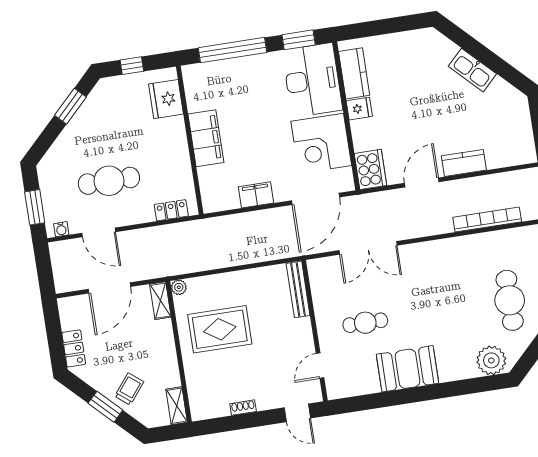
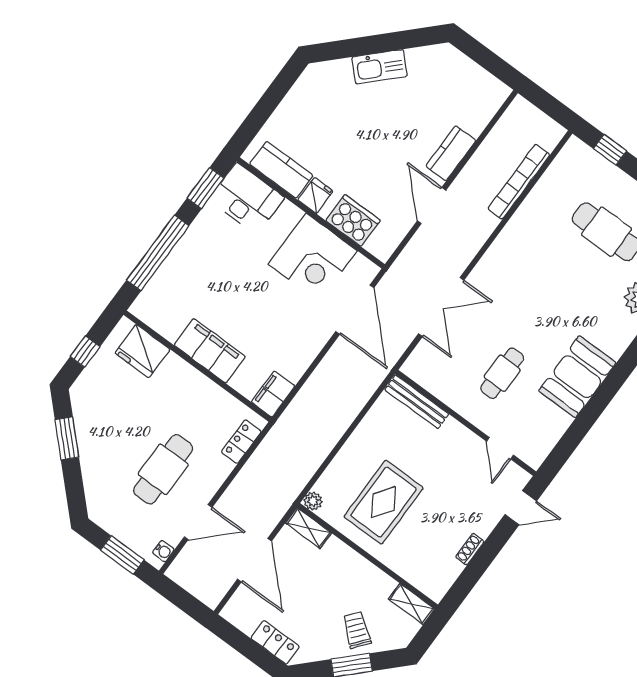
desk: (312, 80) -> (247, 199), width x0.73, depth x0.77
cooker: (370, 169) -> (353, 220), moved
filing cabinet: (256, 195) -> (273, 394), moved

